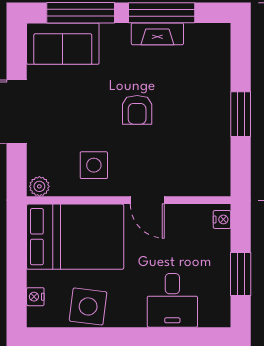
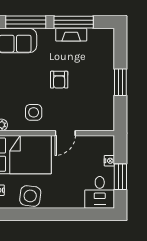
door: (147, 200) -> (65, 133), hinge flipped
nightstand: (222, 219) -> (109, 161), moved
desk: (172, 300) -> (100, 192), moved

